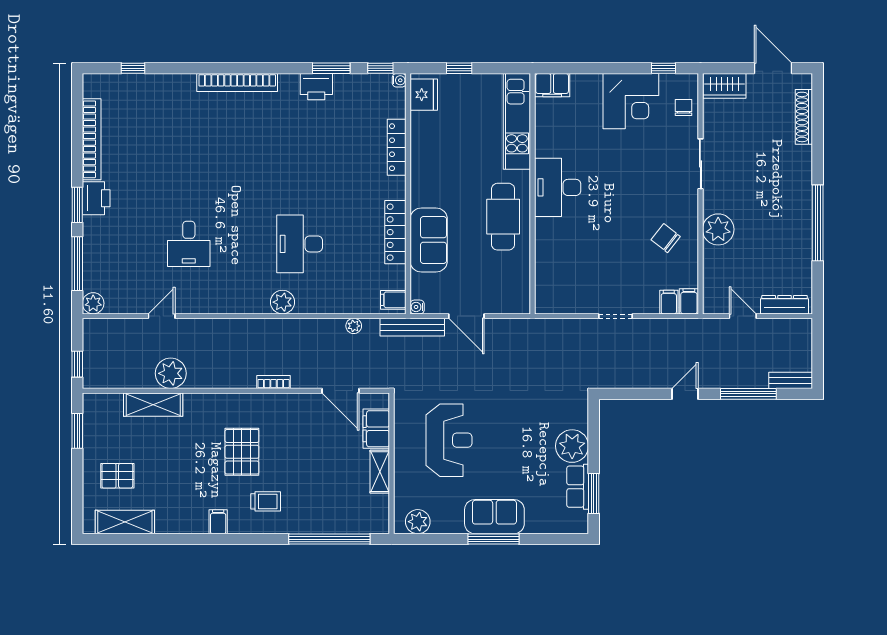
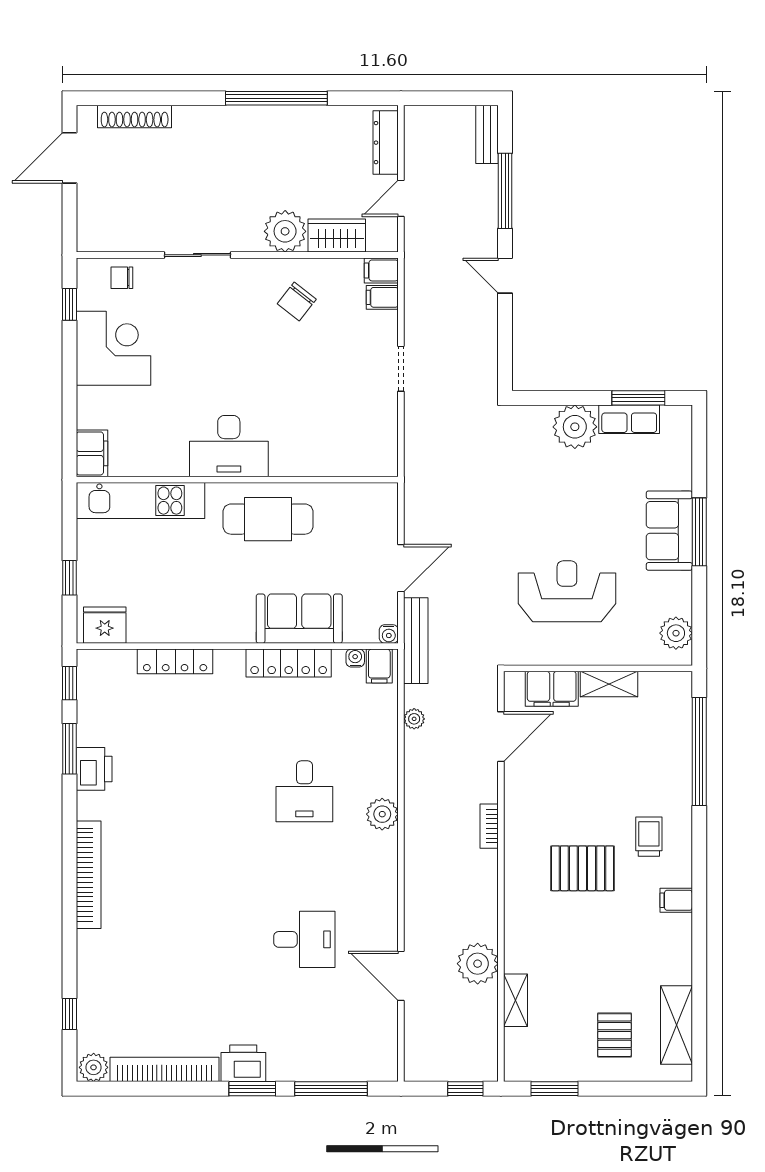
water cooler: (399, 80) -> (355, 658), moved
wardrobe: (725, 86) -> (337, 236), moved, turned -90
desk: (300, 244) -> (304, 791), width x0.73
plant: (93, 303) -> (94, 1067), moved
door: (162, 316) -> (401, 976), width x1.38
shelving: (153, 405) -> (515, 1000), width x0.67, depth x0.75

